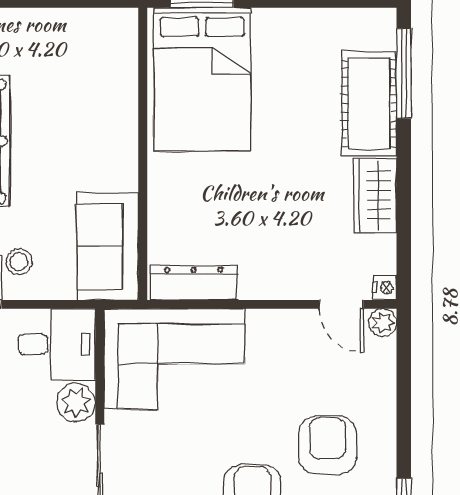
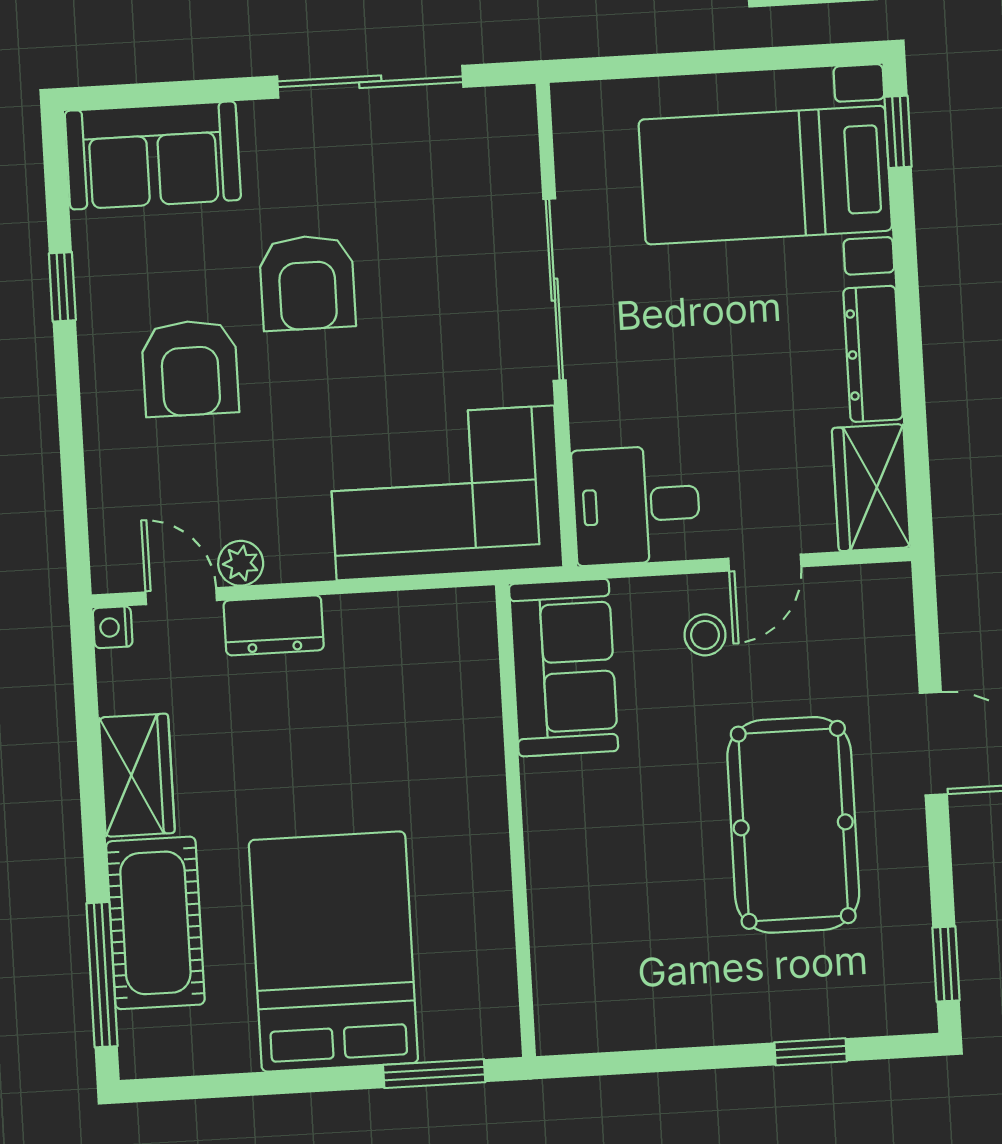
bed: (202, 79) -> (333, 952), moved
dresser: (194, 283) -> (274, 625), moved, width x0.70
plant: (383, 323) -> (241, 563), moved
plant: (76, 402) -> (600, 413), removed

